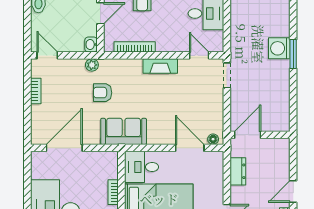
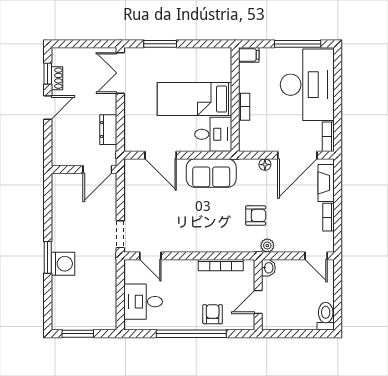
fireplace: (160, 66) -> (326, 183), moved, turned -90
sofa: (124, 131) -> (211, 173), moved
floor lamp: (213, 139) -> (265, 165), moved
bookcase: (36, 165) -> (328, 137), added

